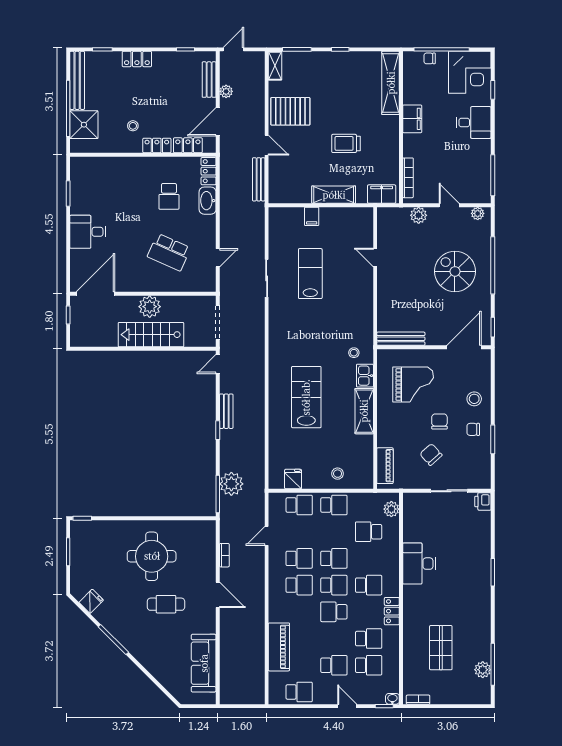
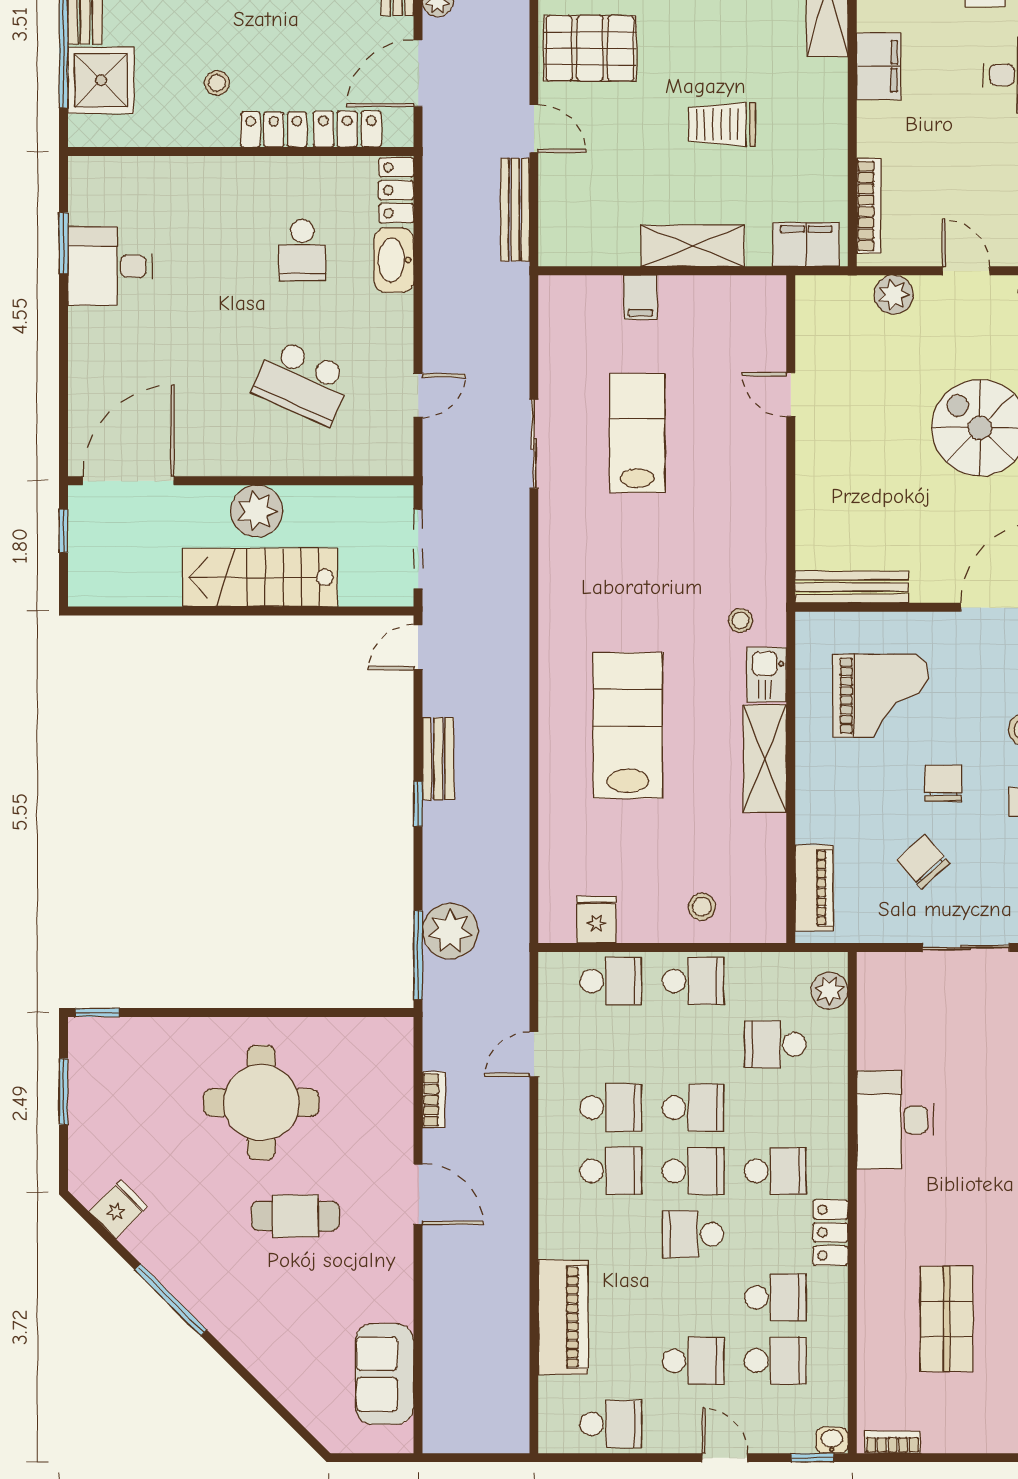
desk: (88, 232) -> (110, 266), moved
sofa: (204, 663) -> (385, 1374), width x0.73

